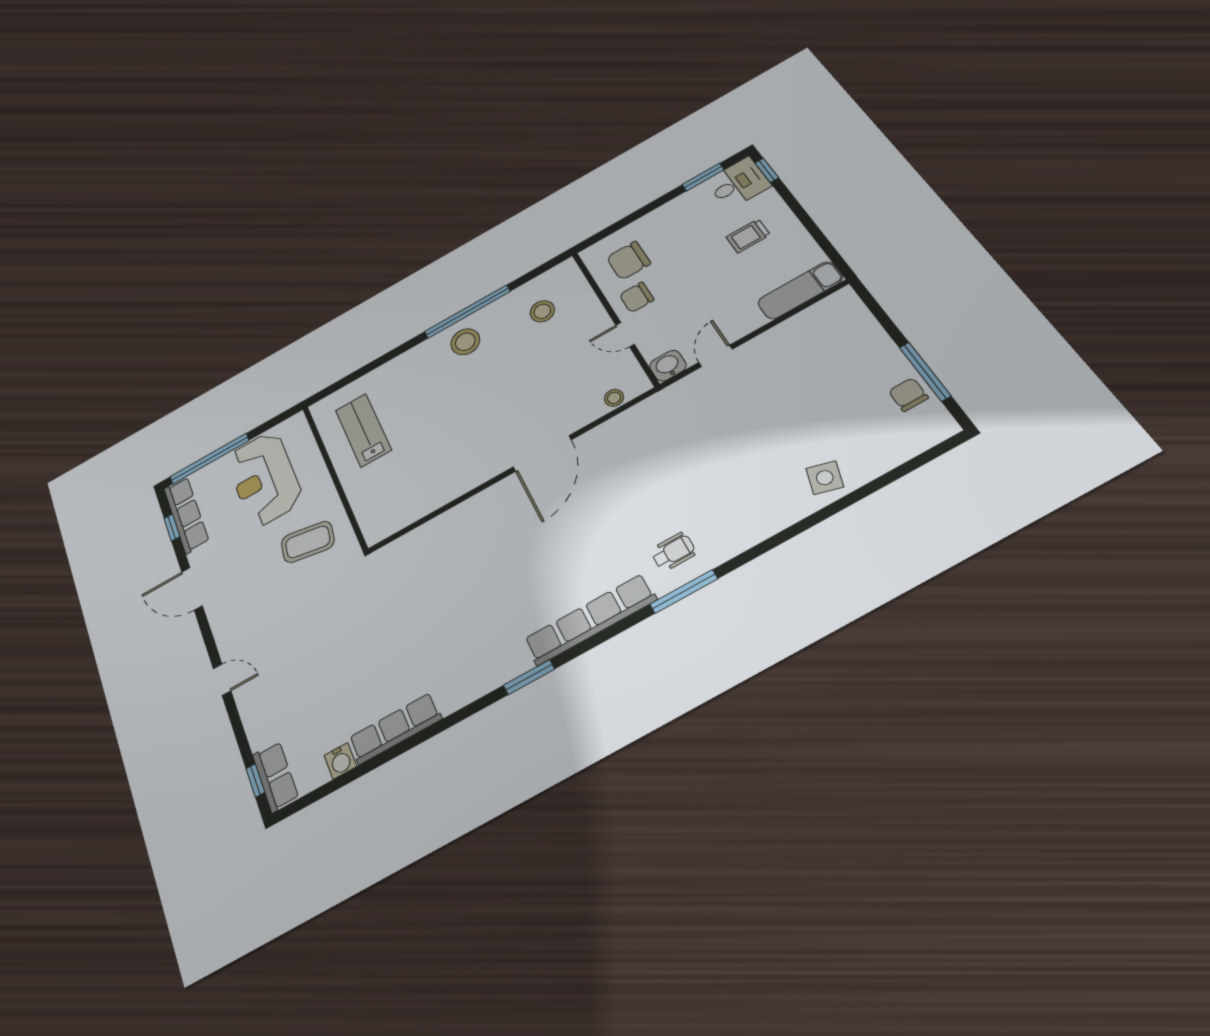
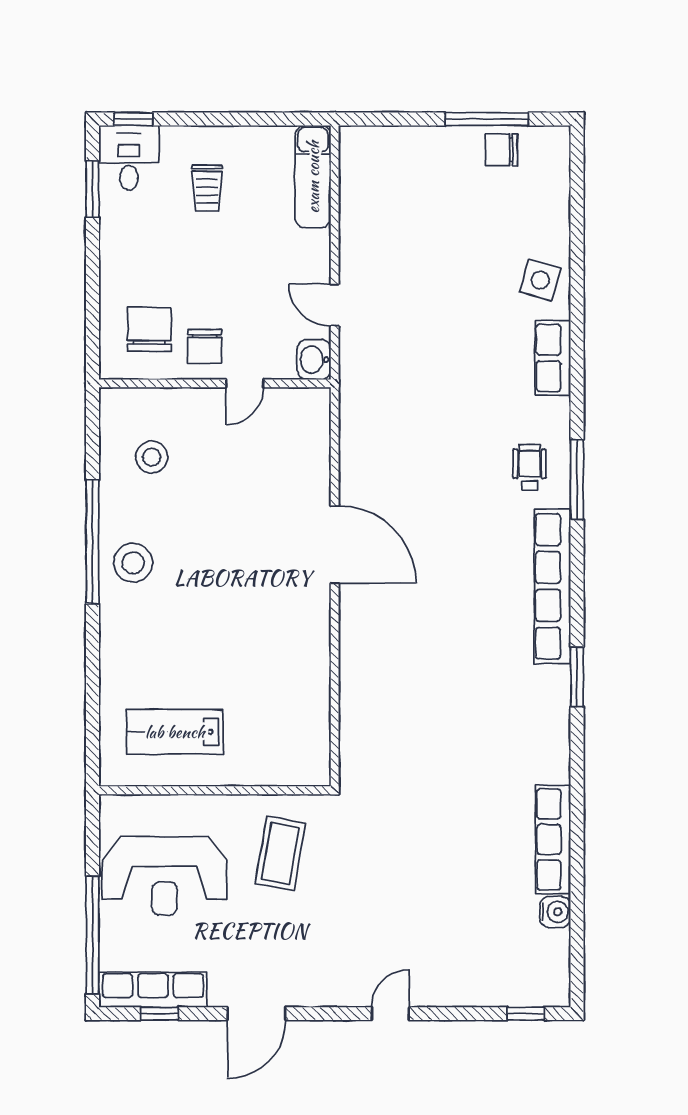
chair: (629, 261) -> (149, 329), turned 180
stool: (614, 398) -> (316, 436), removed
row of seats: (275, 776) -> (553, 358), moved, turned -90

